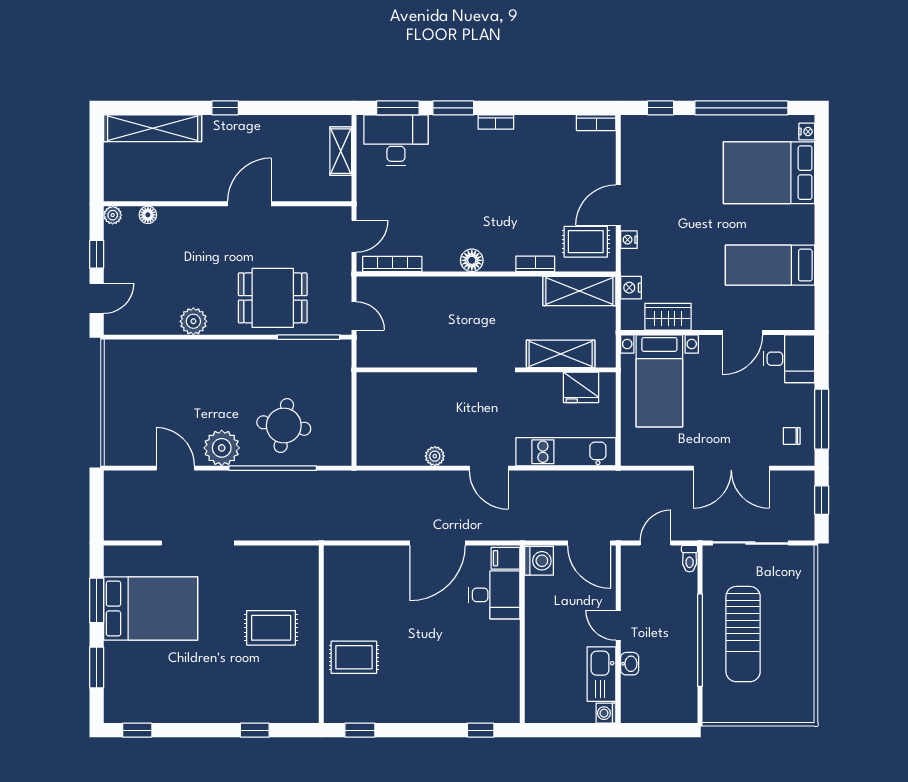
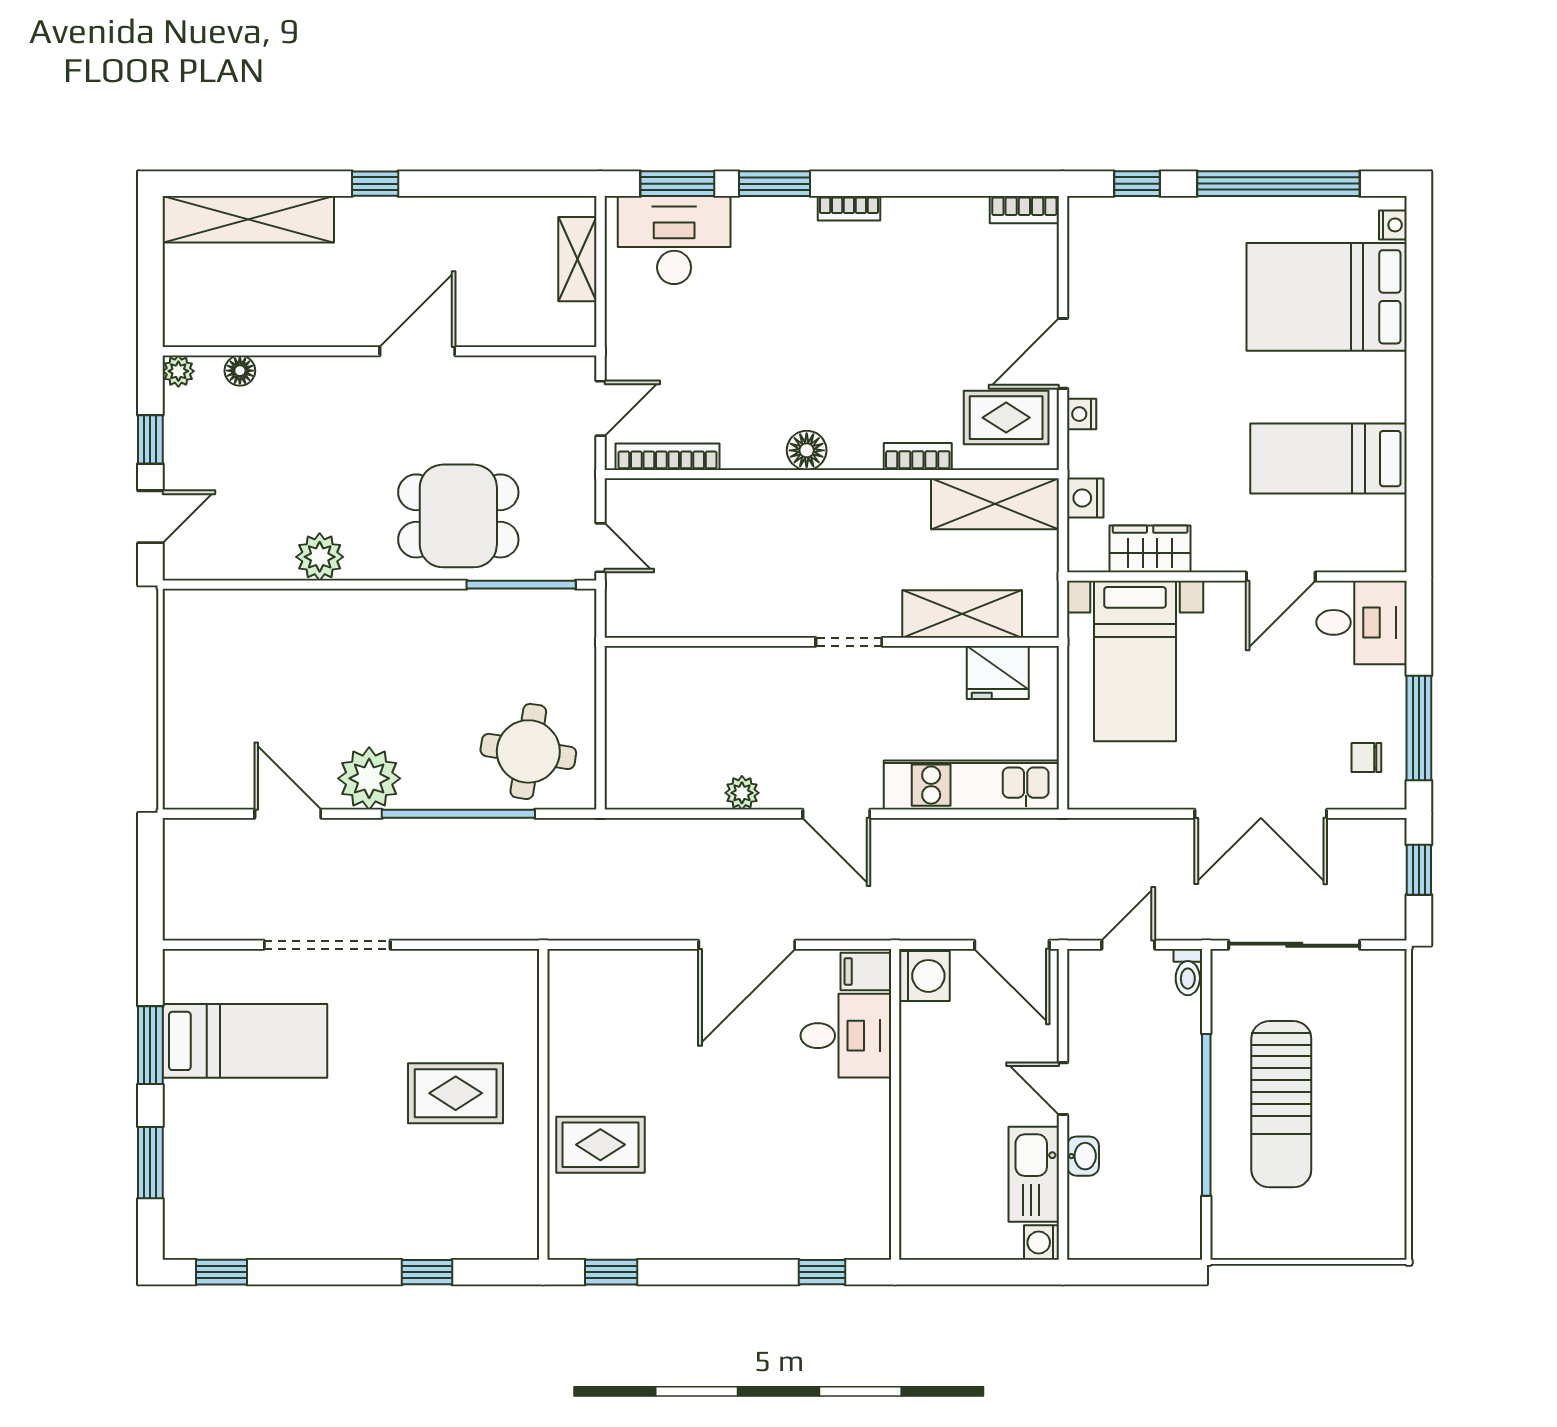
round table: (284, 426) -> (528, 751), moved
bed: (151, 609) -> (245, 1041), width x0.67

